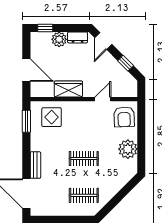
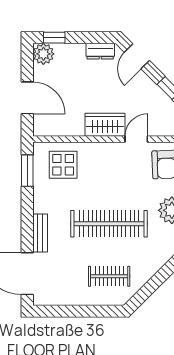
plant: (59, 39) -> (43, 54), moved
wardrobe: (68, 89) -> (105, 125), moved
clothes rail: (84, 158) -> (109, 224), width x1.86, depth x1.31

